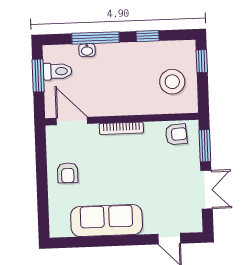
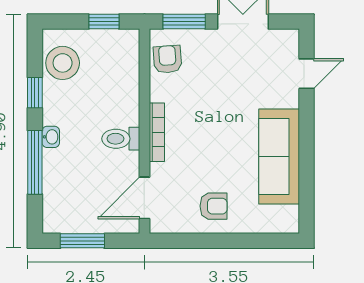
washbasin: (87, 50) -> (51, 137), moved
window: (202, 61) -> (104, 22), moved
toilet: (57, 71) -> (121, 139), moved, turned -90
stool: (172, 82) -> (63, 63), moved

